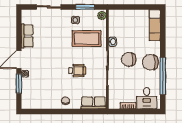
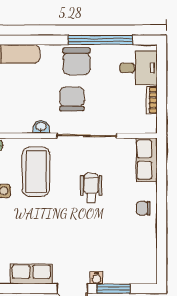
chair: (129, 59) -> (72, 99), turned 180

